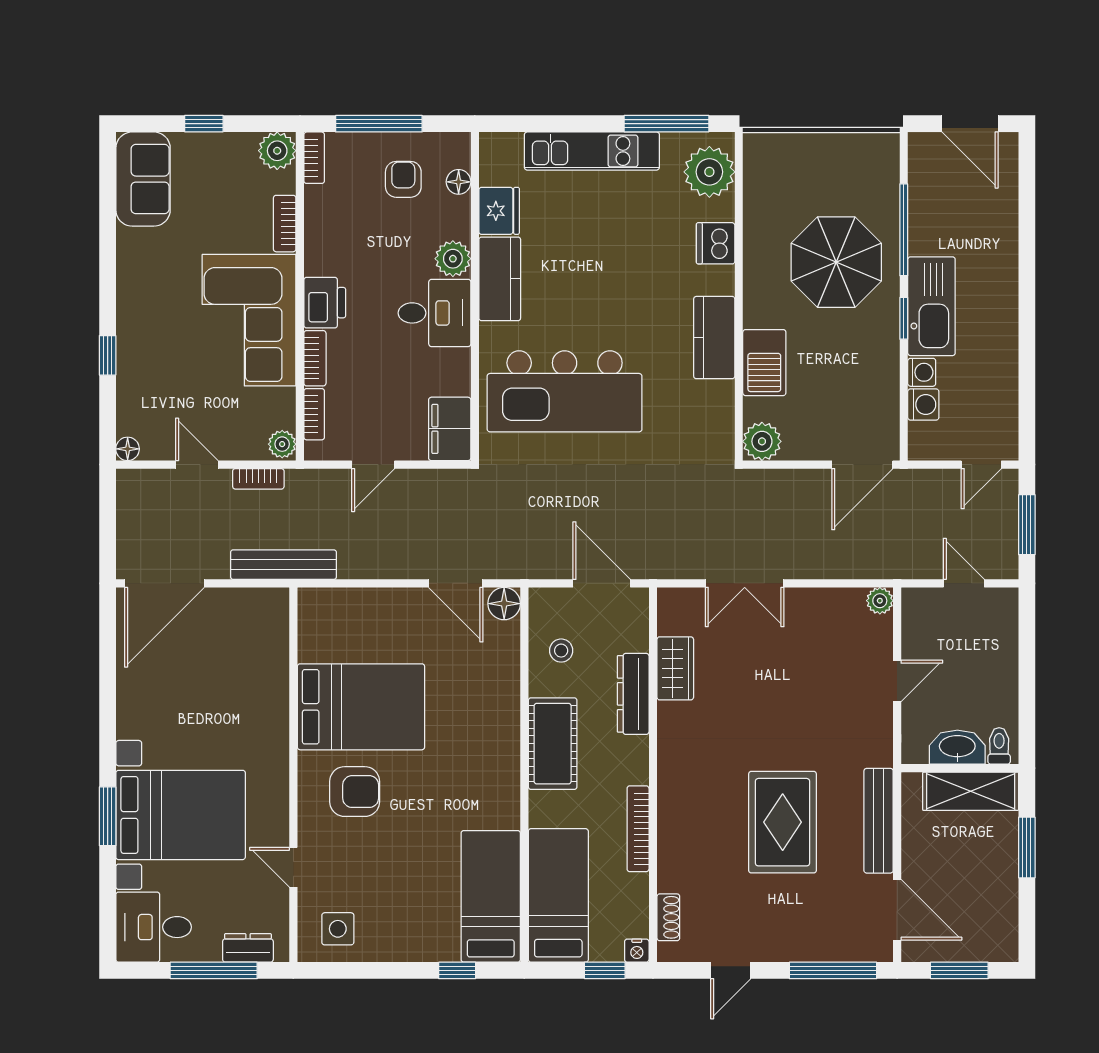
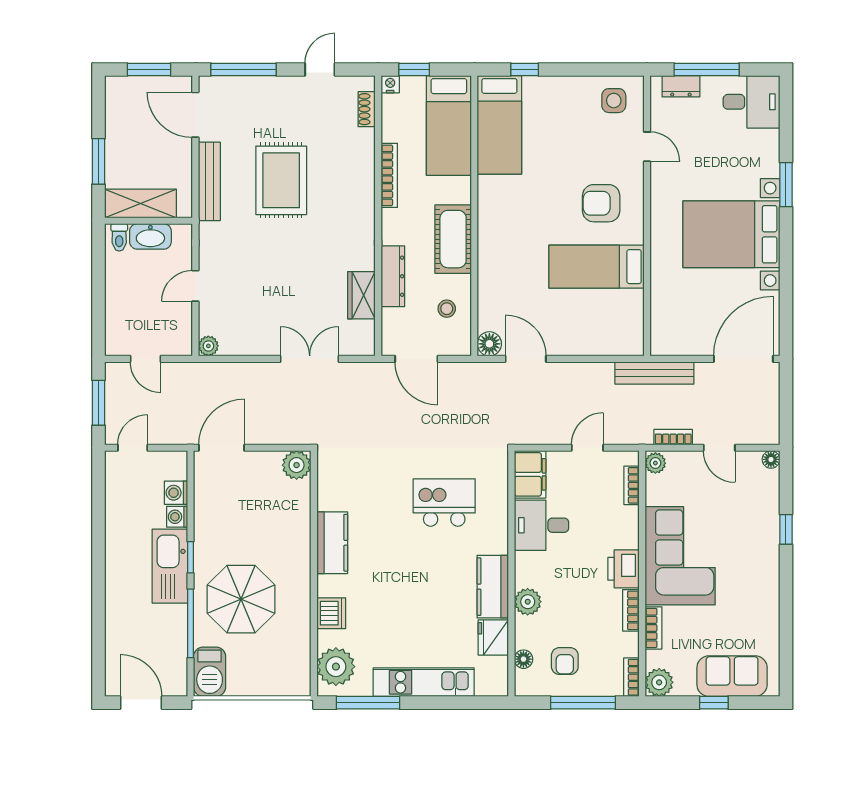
sofa: (143, 179) -> (732, 676), moved, turned 90
desk: (435, 313) -> (541, 525), moved
bookcase: (315, 358) -> (631, 610), moved
barbecue: (764, 363) -> (210, 672), moved, turned 180
kitchen island: (565, 391) -> (444, 503), width x0.54, depth x0.78
bed: (361, 707) -> (596, 267), width x0.67
bed with nightstands: (181, 815) -> (731, 234), moved

